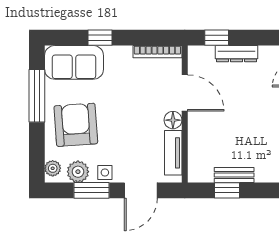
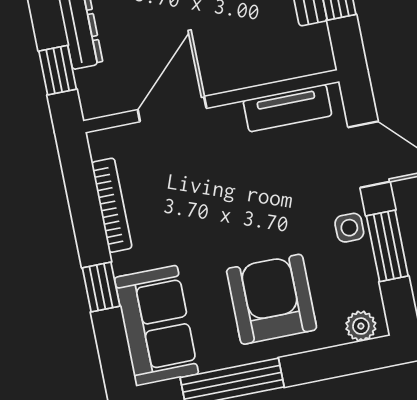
bookcase: (157, 52) -> (112, 205), moved
floor lamp: (173, 120) -> (227, 121), removed
armchair: (76, 125) -> (272, 299), turned 94
plant: (78, 172) -> (358, 278), removed

